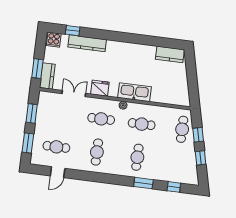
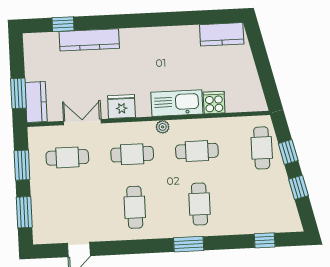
cooker: (54, 40) -> (214, 103), moved, turned 180
cafe table: (56, 147) -> (67, 157), moved
window: (143, 183) -> (189, 244), moved

